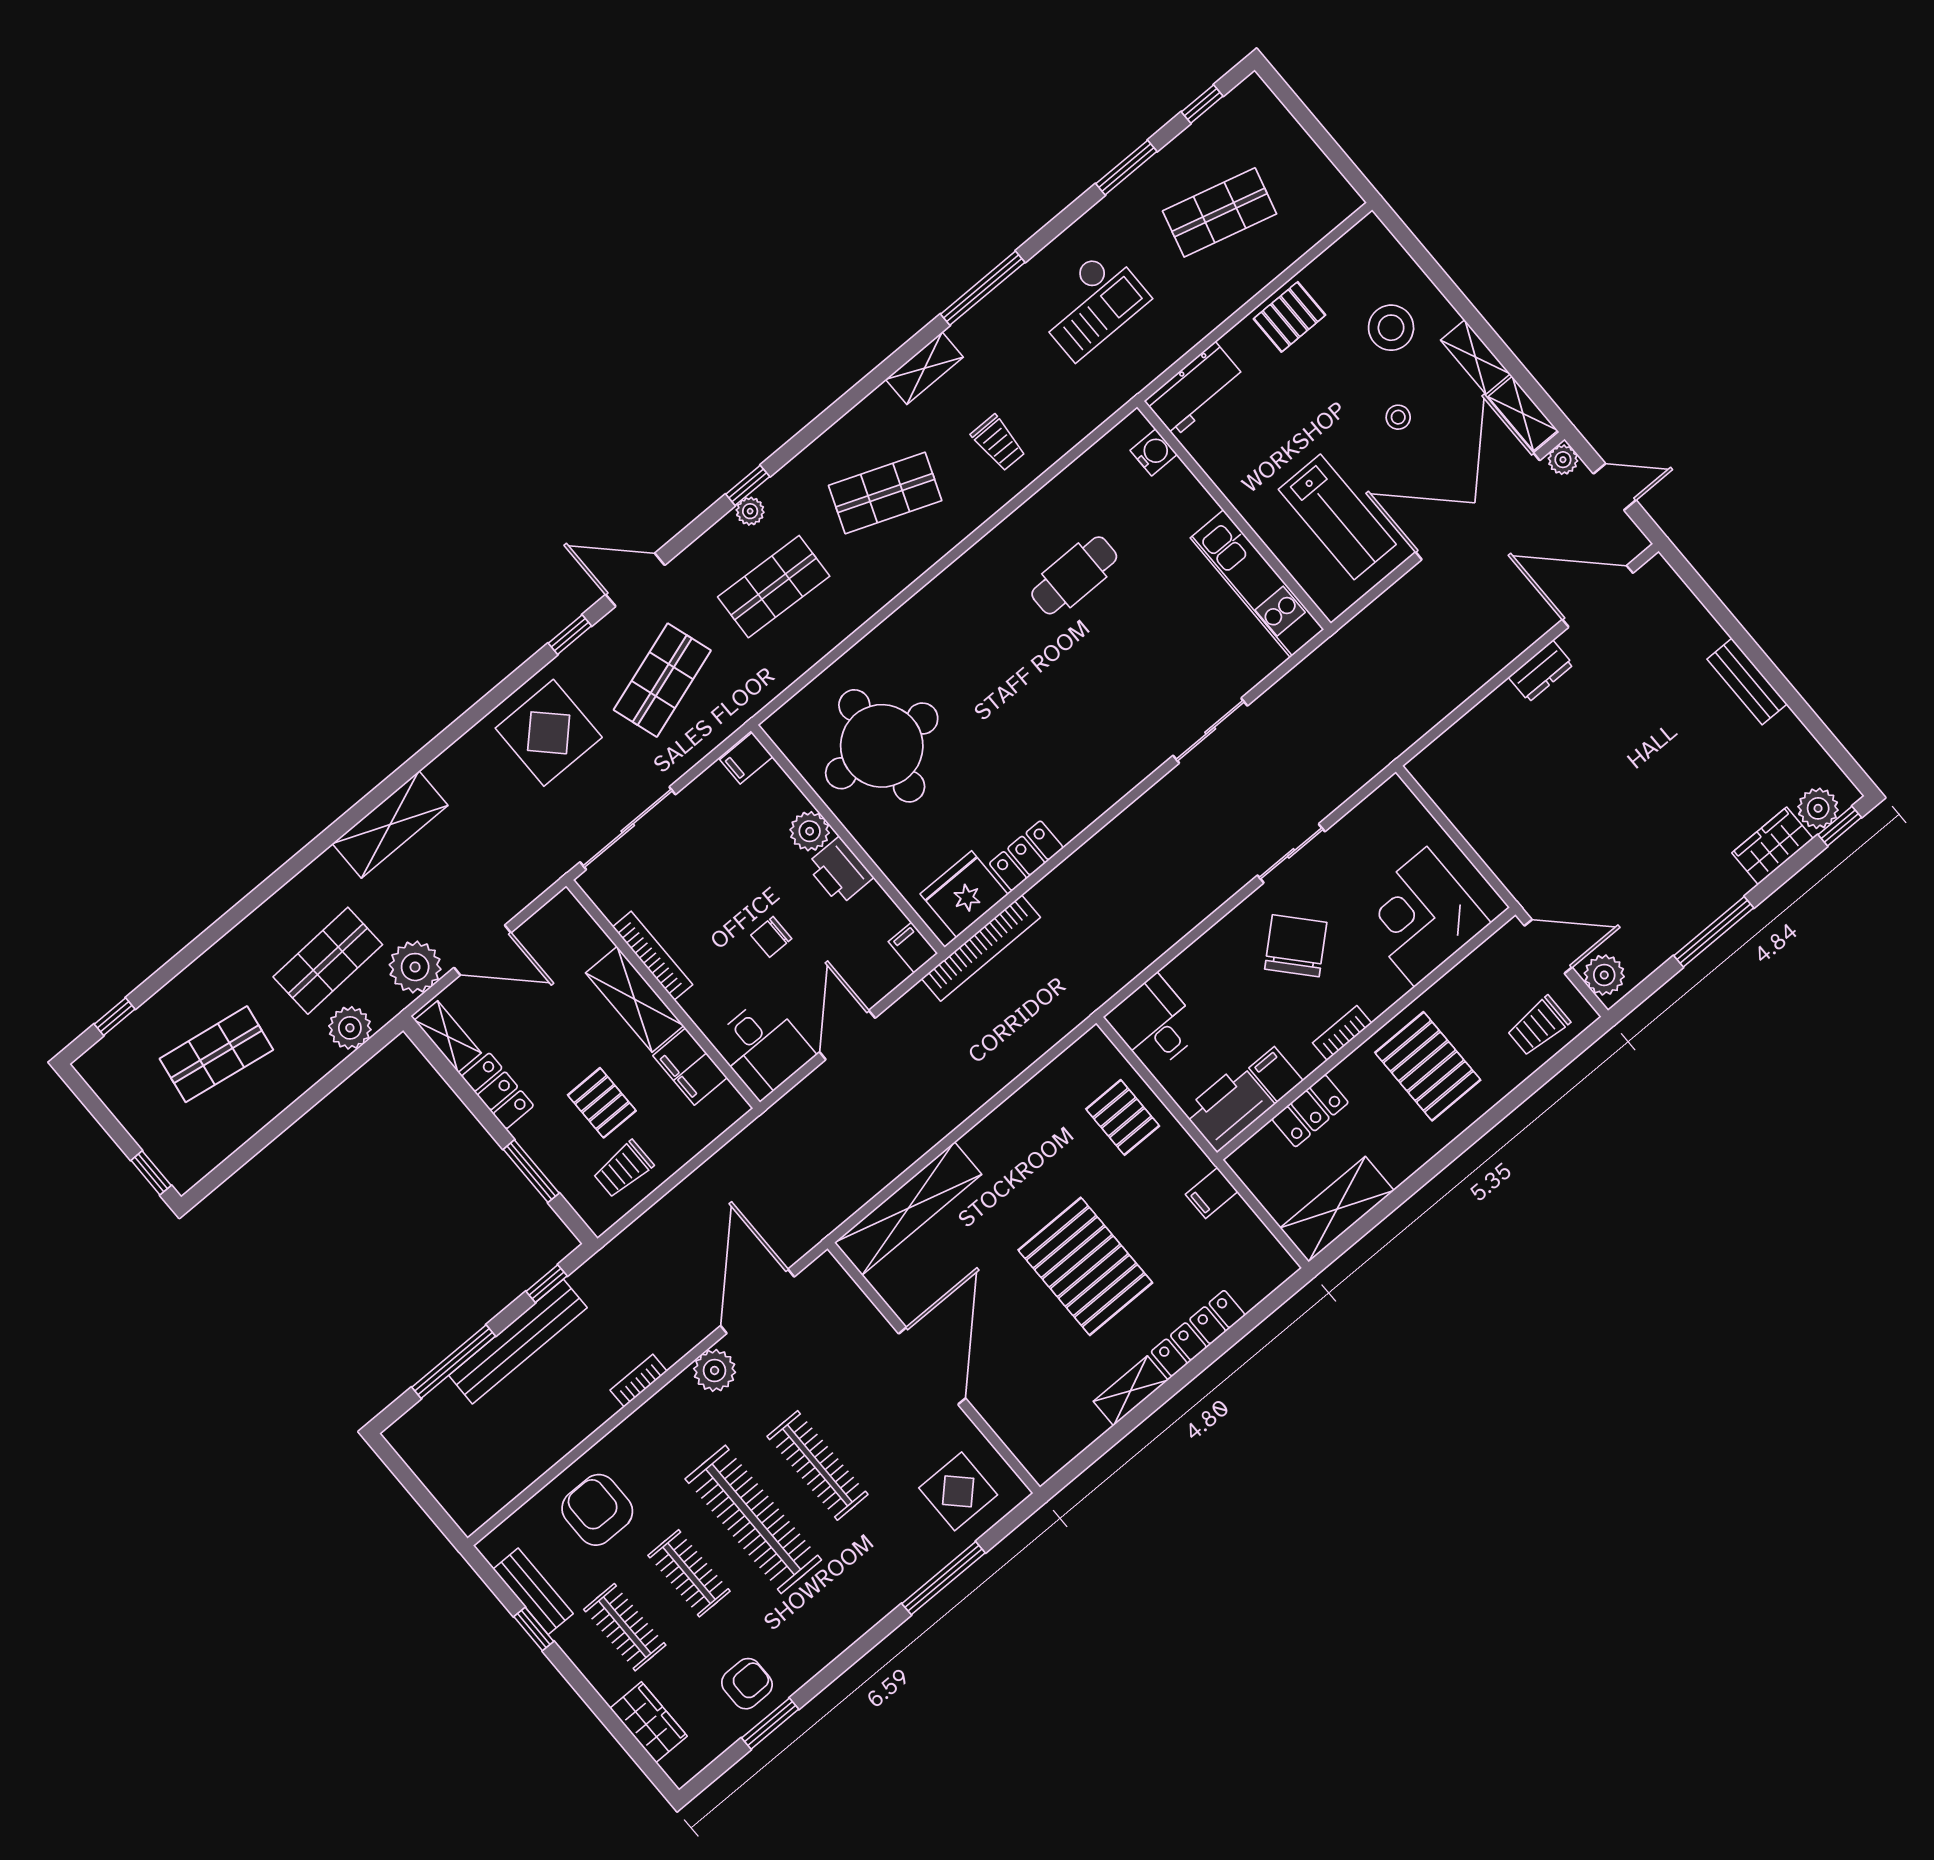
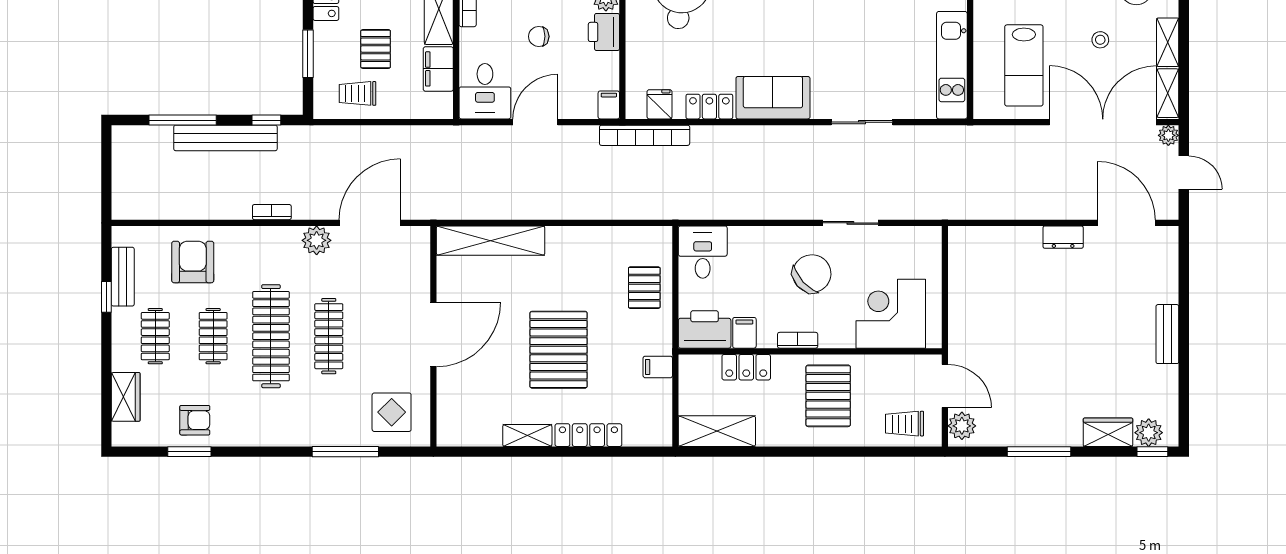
sofa: (1089, 787) -> (773, 98), added
fridge: (964, 894) -> (659, 104), width x0.53, depth x0.75

